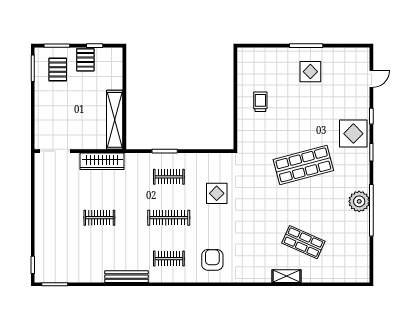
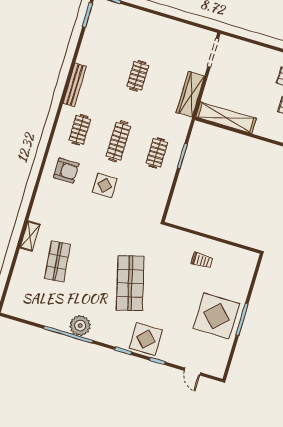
display table: (310, 72) -> (216, 316), width x1.86, depth x1.86
display table: (217, 193) -> (105, 185), moved
shop shelf: (303, 242) -> (57, 261), turned -30

